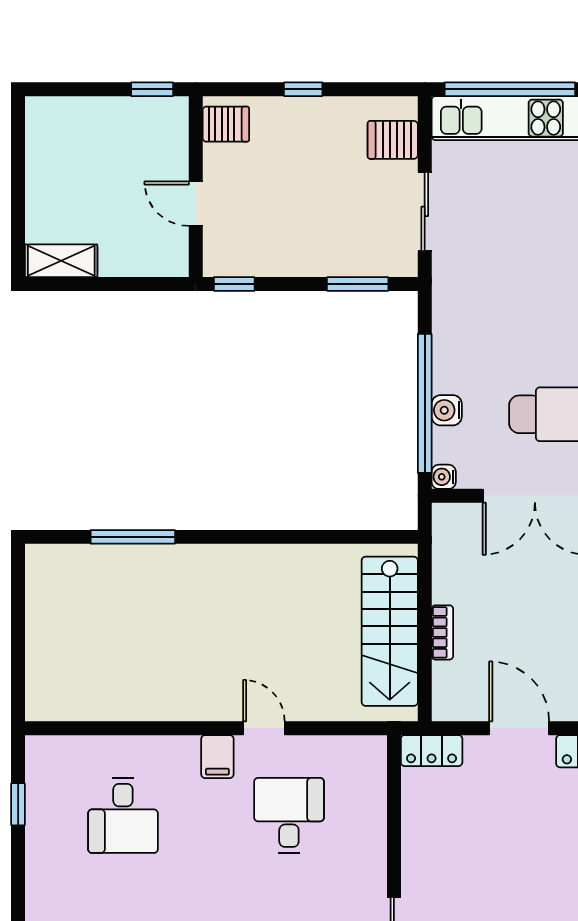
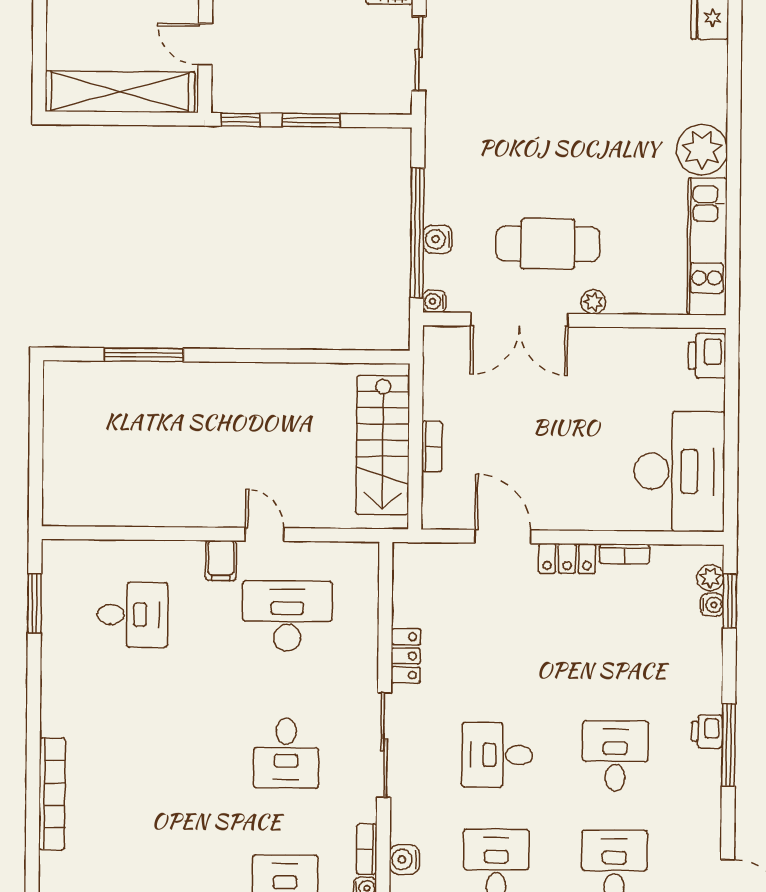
shelving: (61, 261) -> (120, 92), width x2.20, depth x1.33
window: (358, 284) -> (311, 120), moved
locker: (432, 751) -> (406, 656), moved, turned -90
window: (18, 804) -> (35, 603), width x1.50
desk: (123, 815) -> (132, 615), turned -90
desk: (289, 815) -> (287, 616), width x1.37

